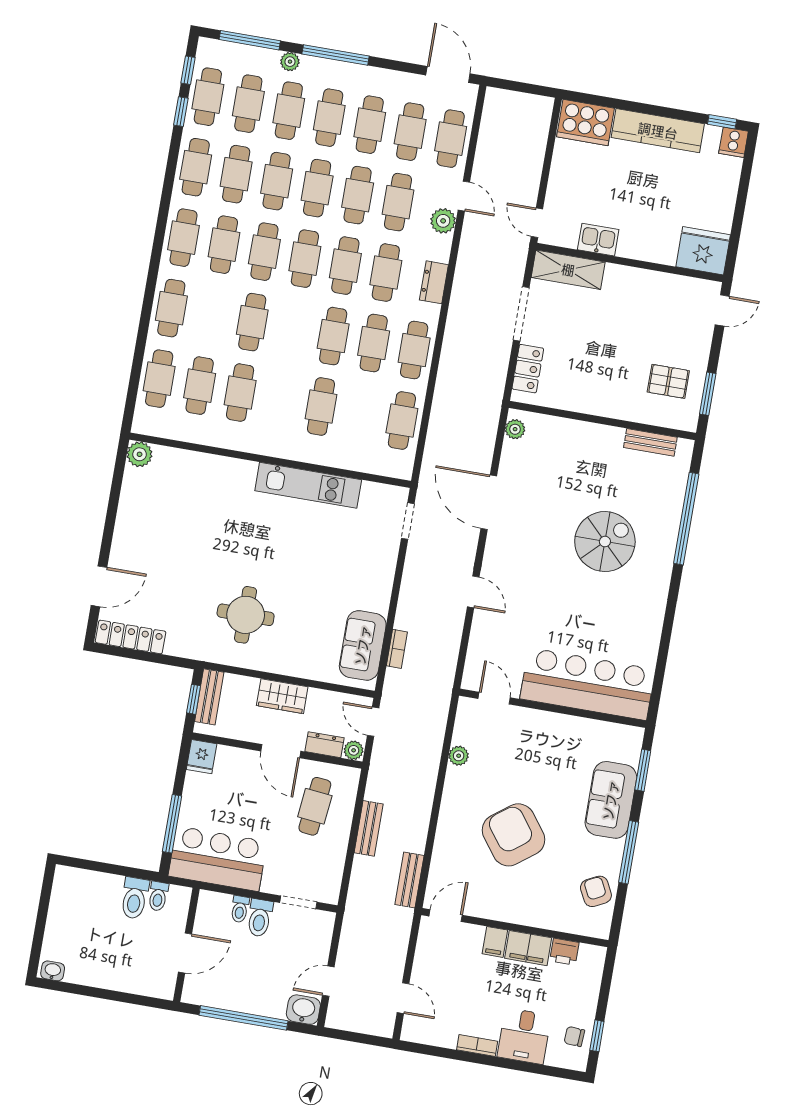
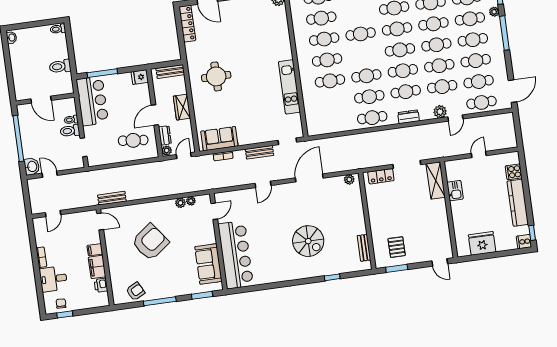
cooker: (585, 122) -> (514, 172), width x0.53, depth x0.76
door: (537, 223) -> (479, 154), moved
fridge: (703, 251) -> (482, 243), moved, turned -90
cafe table: (402, 421) -> (327, 60), moved
window: (686, 519) -> (332, 277), width x0.32
window: (194, 699) -> (167, 64), removed
plant: (461, 735) -> (191, 201), added
sofa: (611, 800) -> (208, 264), moved, turned -90
bench: (369, 828) -> (259, 152), moved
toilet: (158, 896) -> (58, 29), moved

